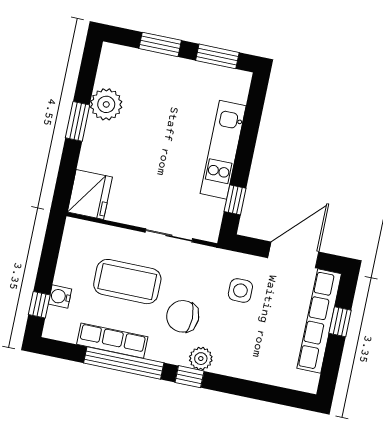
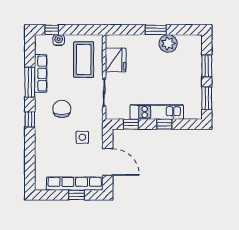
window: (247, 141) -> (164, 124), added
fridge: (90, 194) -> (116, 60), moved, turned -90
coffee table: (127, 282) -> (84, 60), moved
plant: (201, 359) -> (41, 124), removed
window: (124, 363) -> (30, 82), width x0.68

